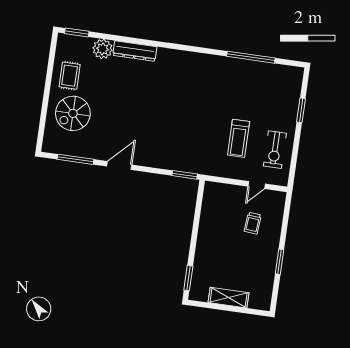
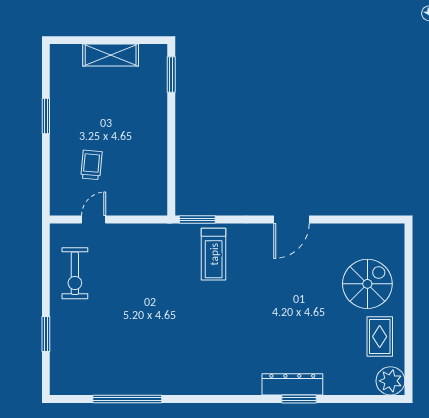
window: (77, 32) -> (299, 399), moved
plant: (103, 49) -> (390, 381), moved
treadmill: (239, 138) -> (214, 254), moved, turned 180
exercise bike: (275, 150) -> (75, 273), turned 180
window: (76, 159) -> (354, 220), removed

